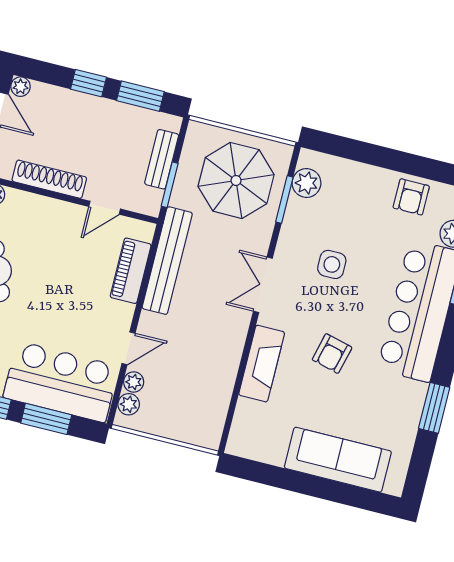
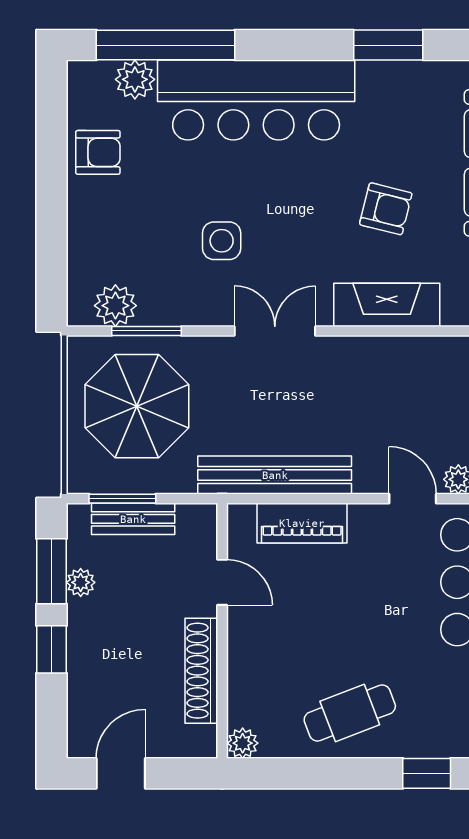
plant: (21, 87) -> (81, 582), moved
window: (170, 185) -> (122, 499), moved
double door: (263, 285) -> (275, 331), swing flipped
armchair: (332, 354) -> (386, 209), moved

